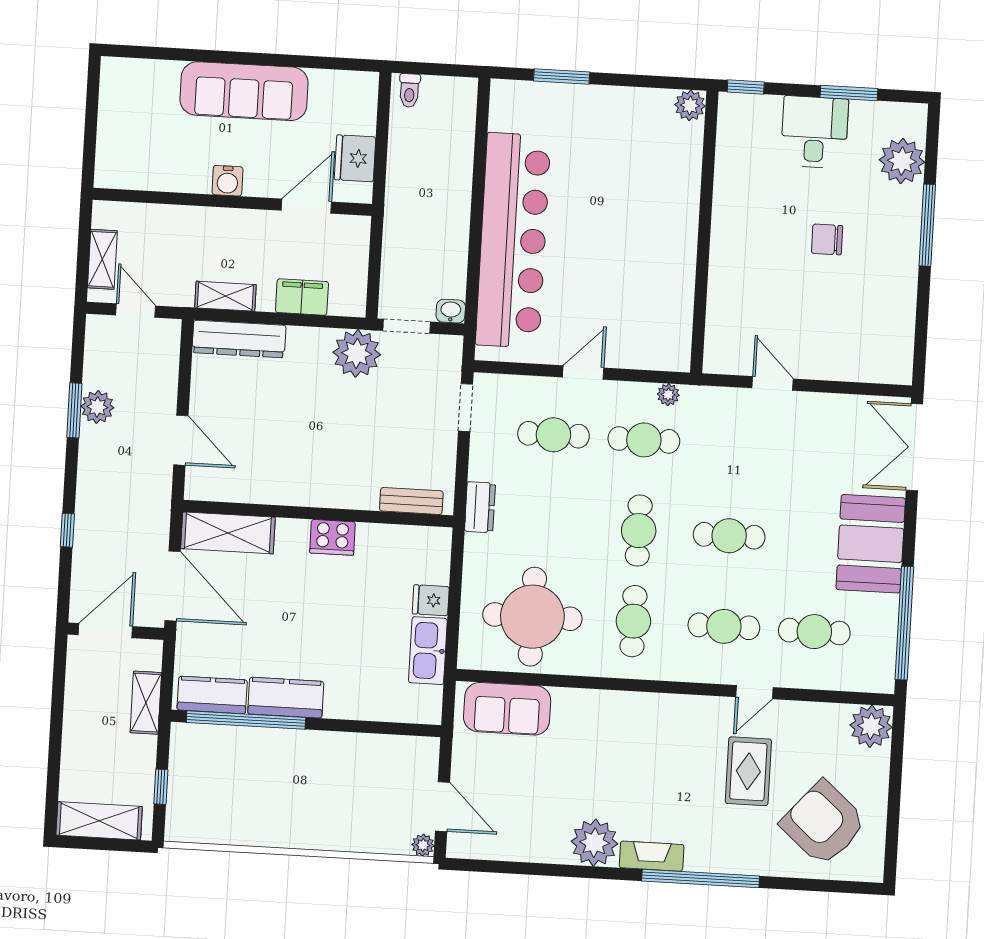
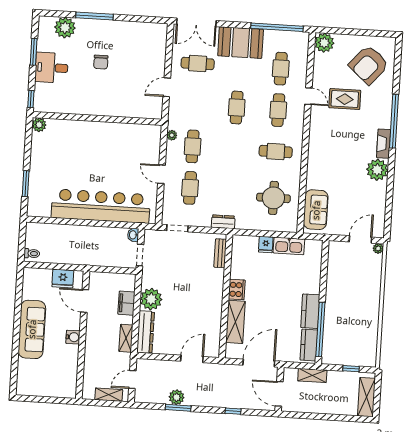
plant: (357, 353) -> (151, 299), moved
cafe table: (639, 531) -> (198, 63), moved
shelving: (228, 533) -> (236, 322), moved
round table: (532, 617) -> (273, 198), width x0.73, depth x0.73

